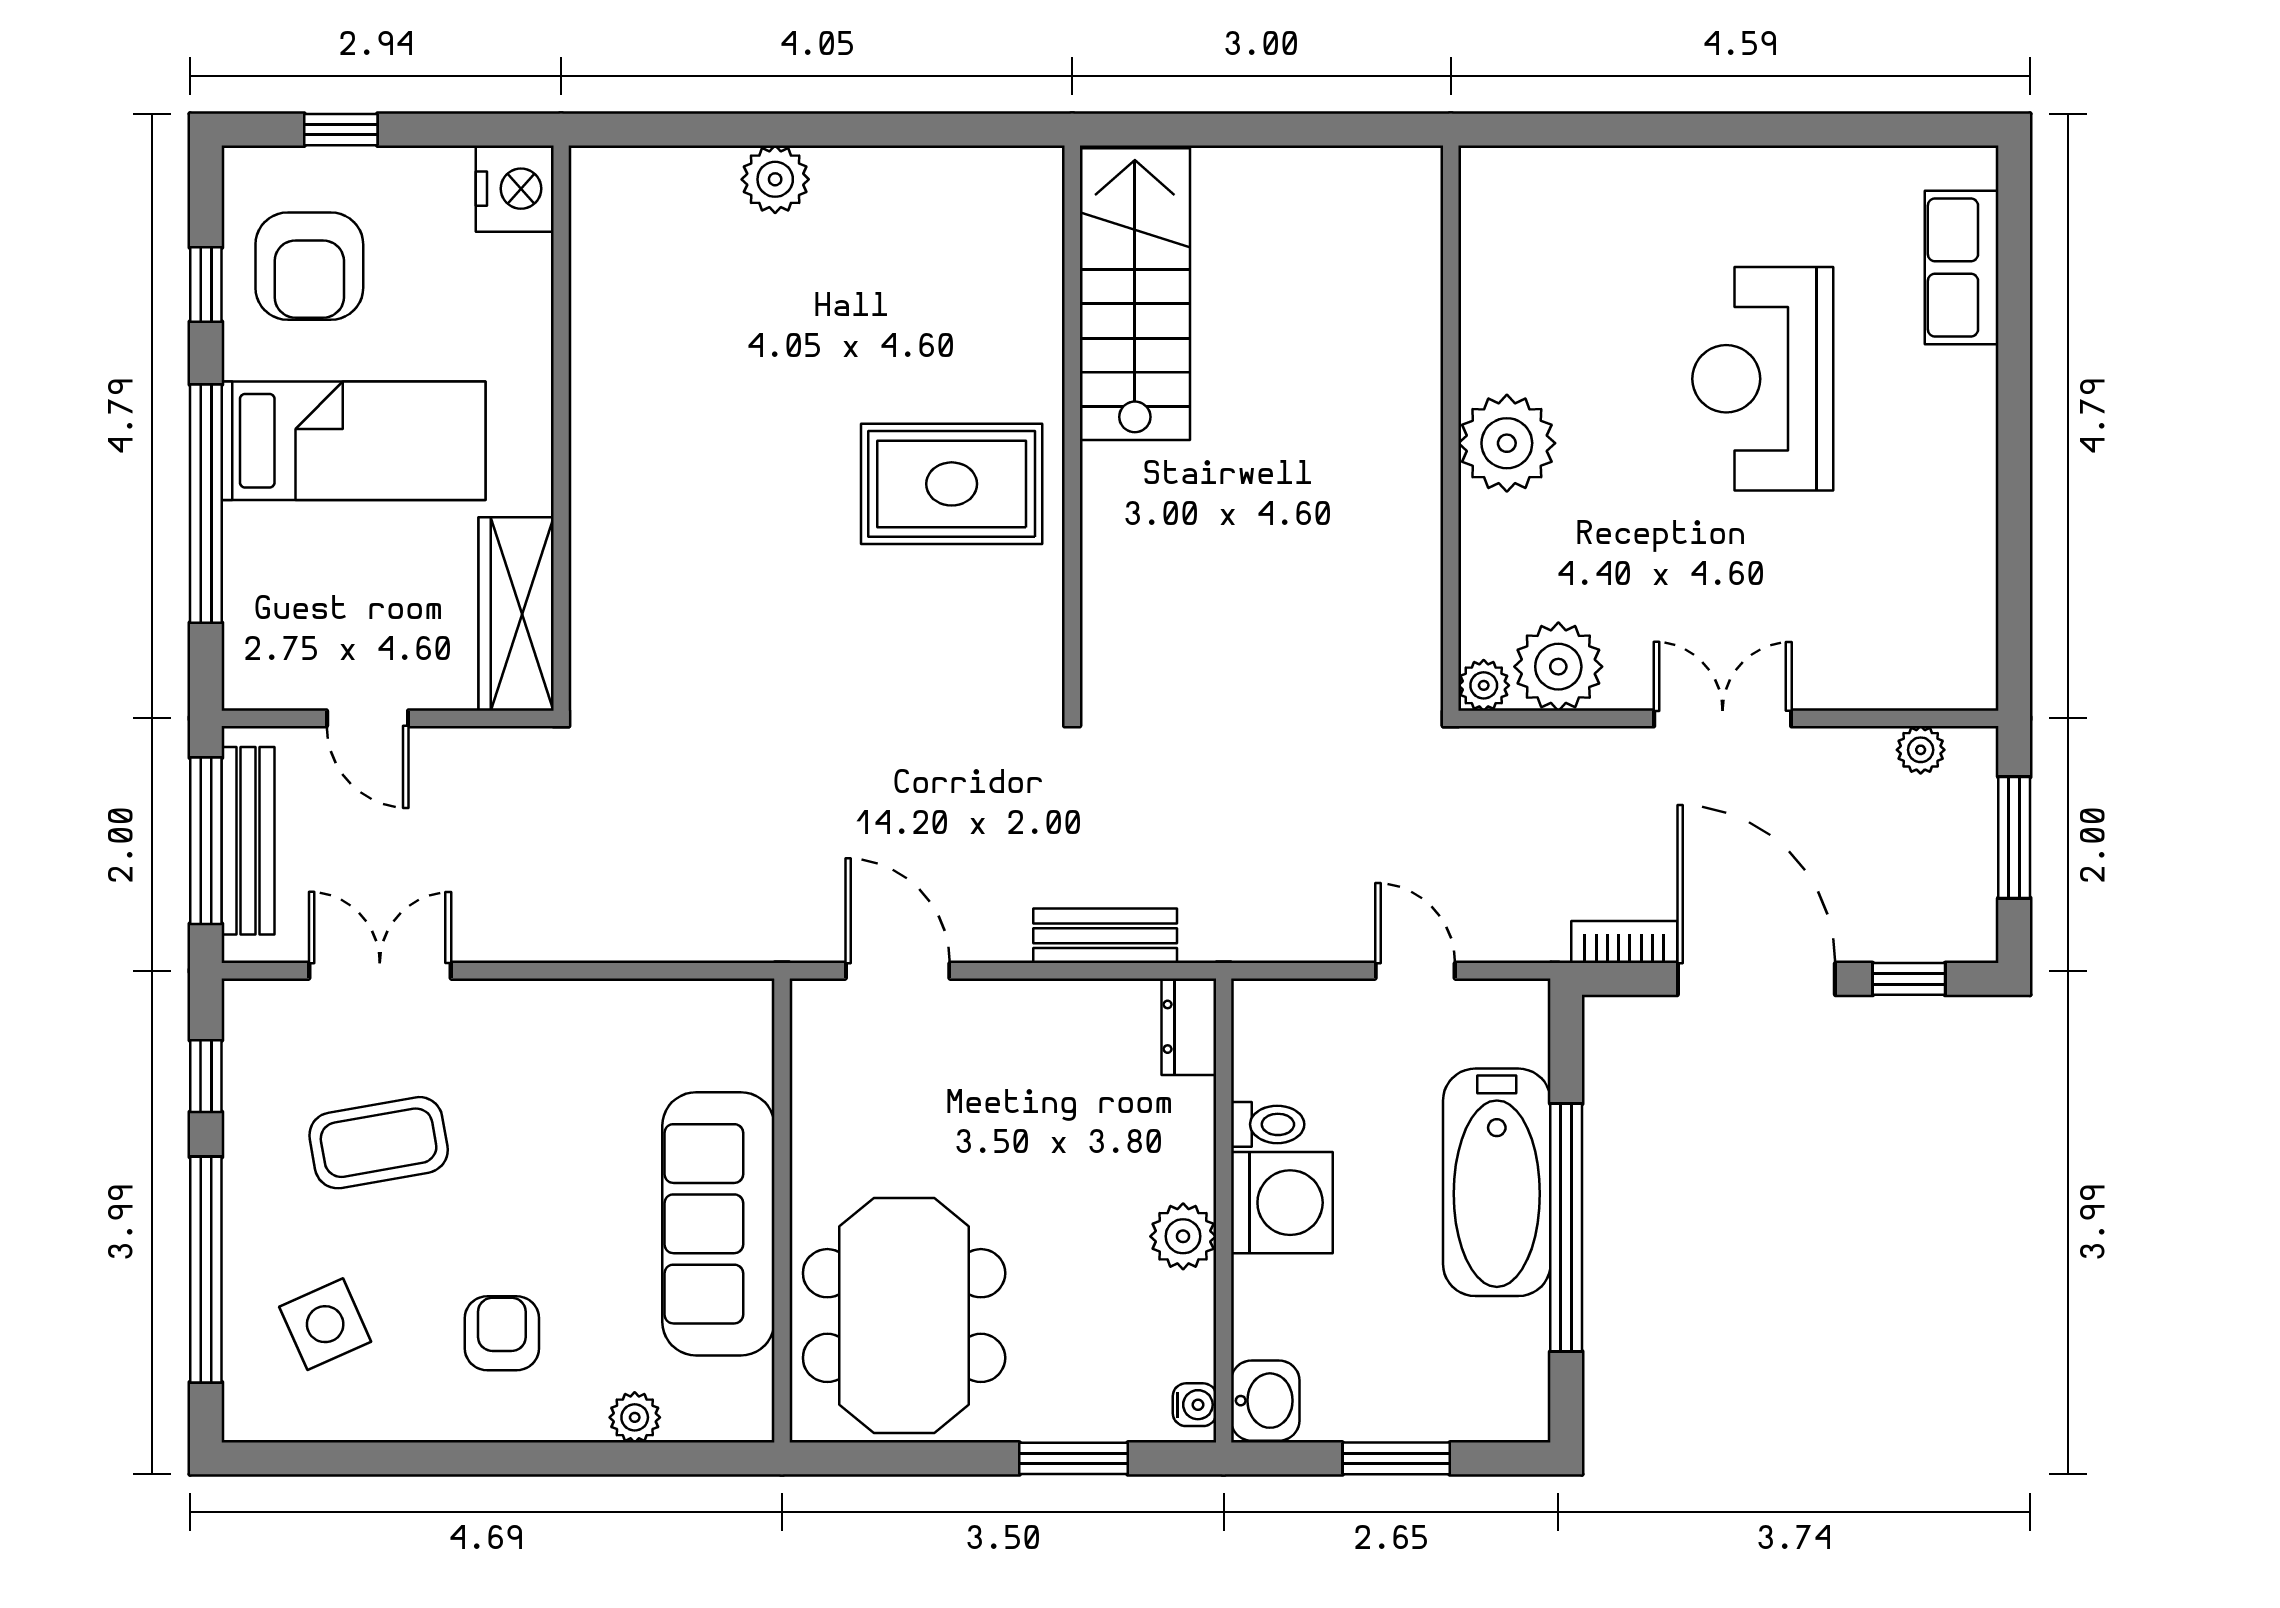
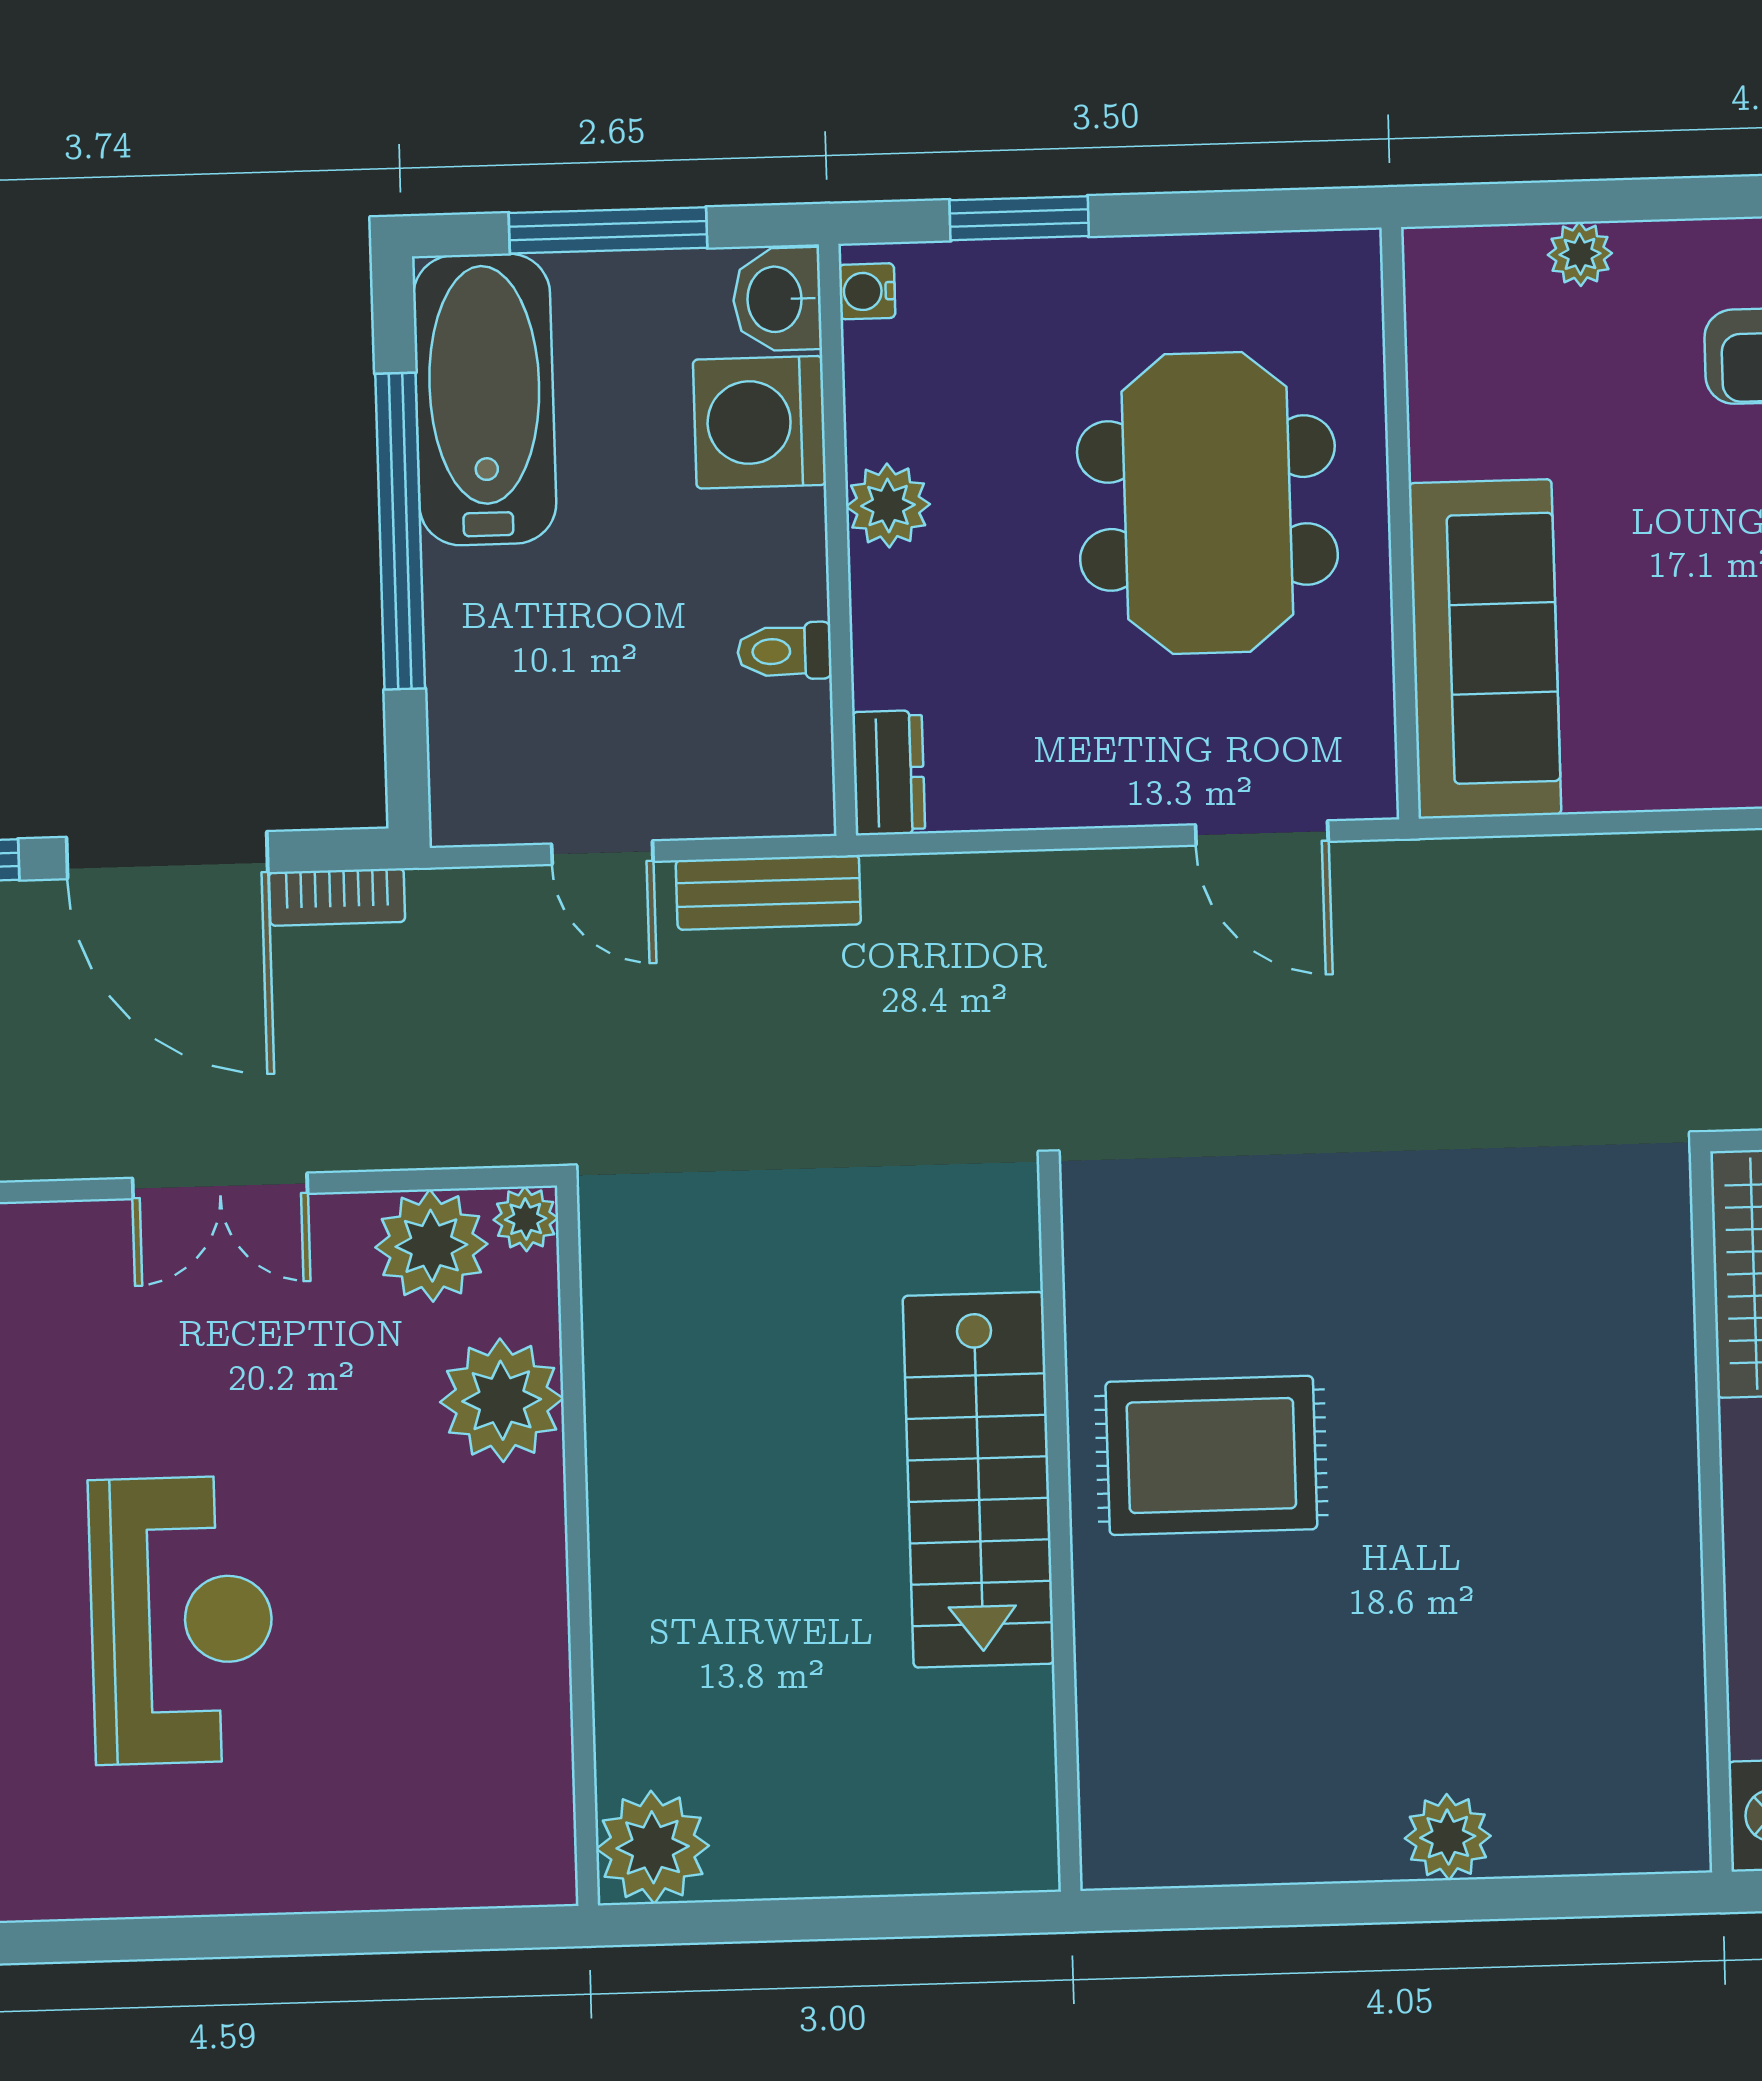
plant: (1399, 190) -> (653, 1847), added
stairs: (1135, 294) -> (978, 1480), moved
plant: (1507, 443) -> (502, 1400), moved
bench: (1105, 936) -> (768, 892), moved
bathtub: (1497, 1182) -> (485, 399), moved
washing machine: (1282, 1203) -> (759, 422), moved
sofa: (718, 1224) -> (1485, 649), moved
meeting table: (904, 1316) -> (1207, 503), moved
window: (1396, 1458) -> (608, 230), width x1.44

